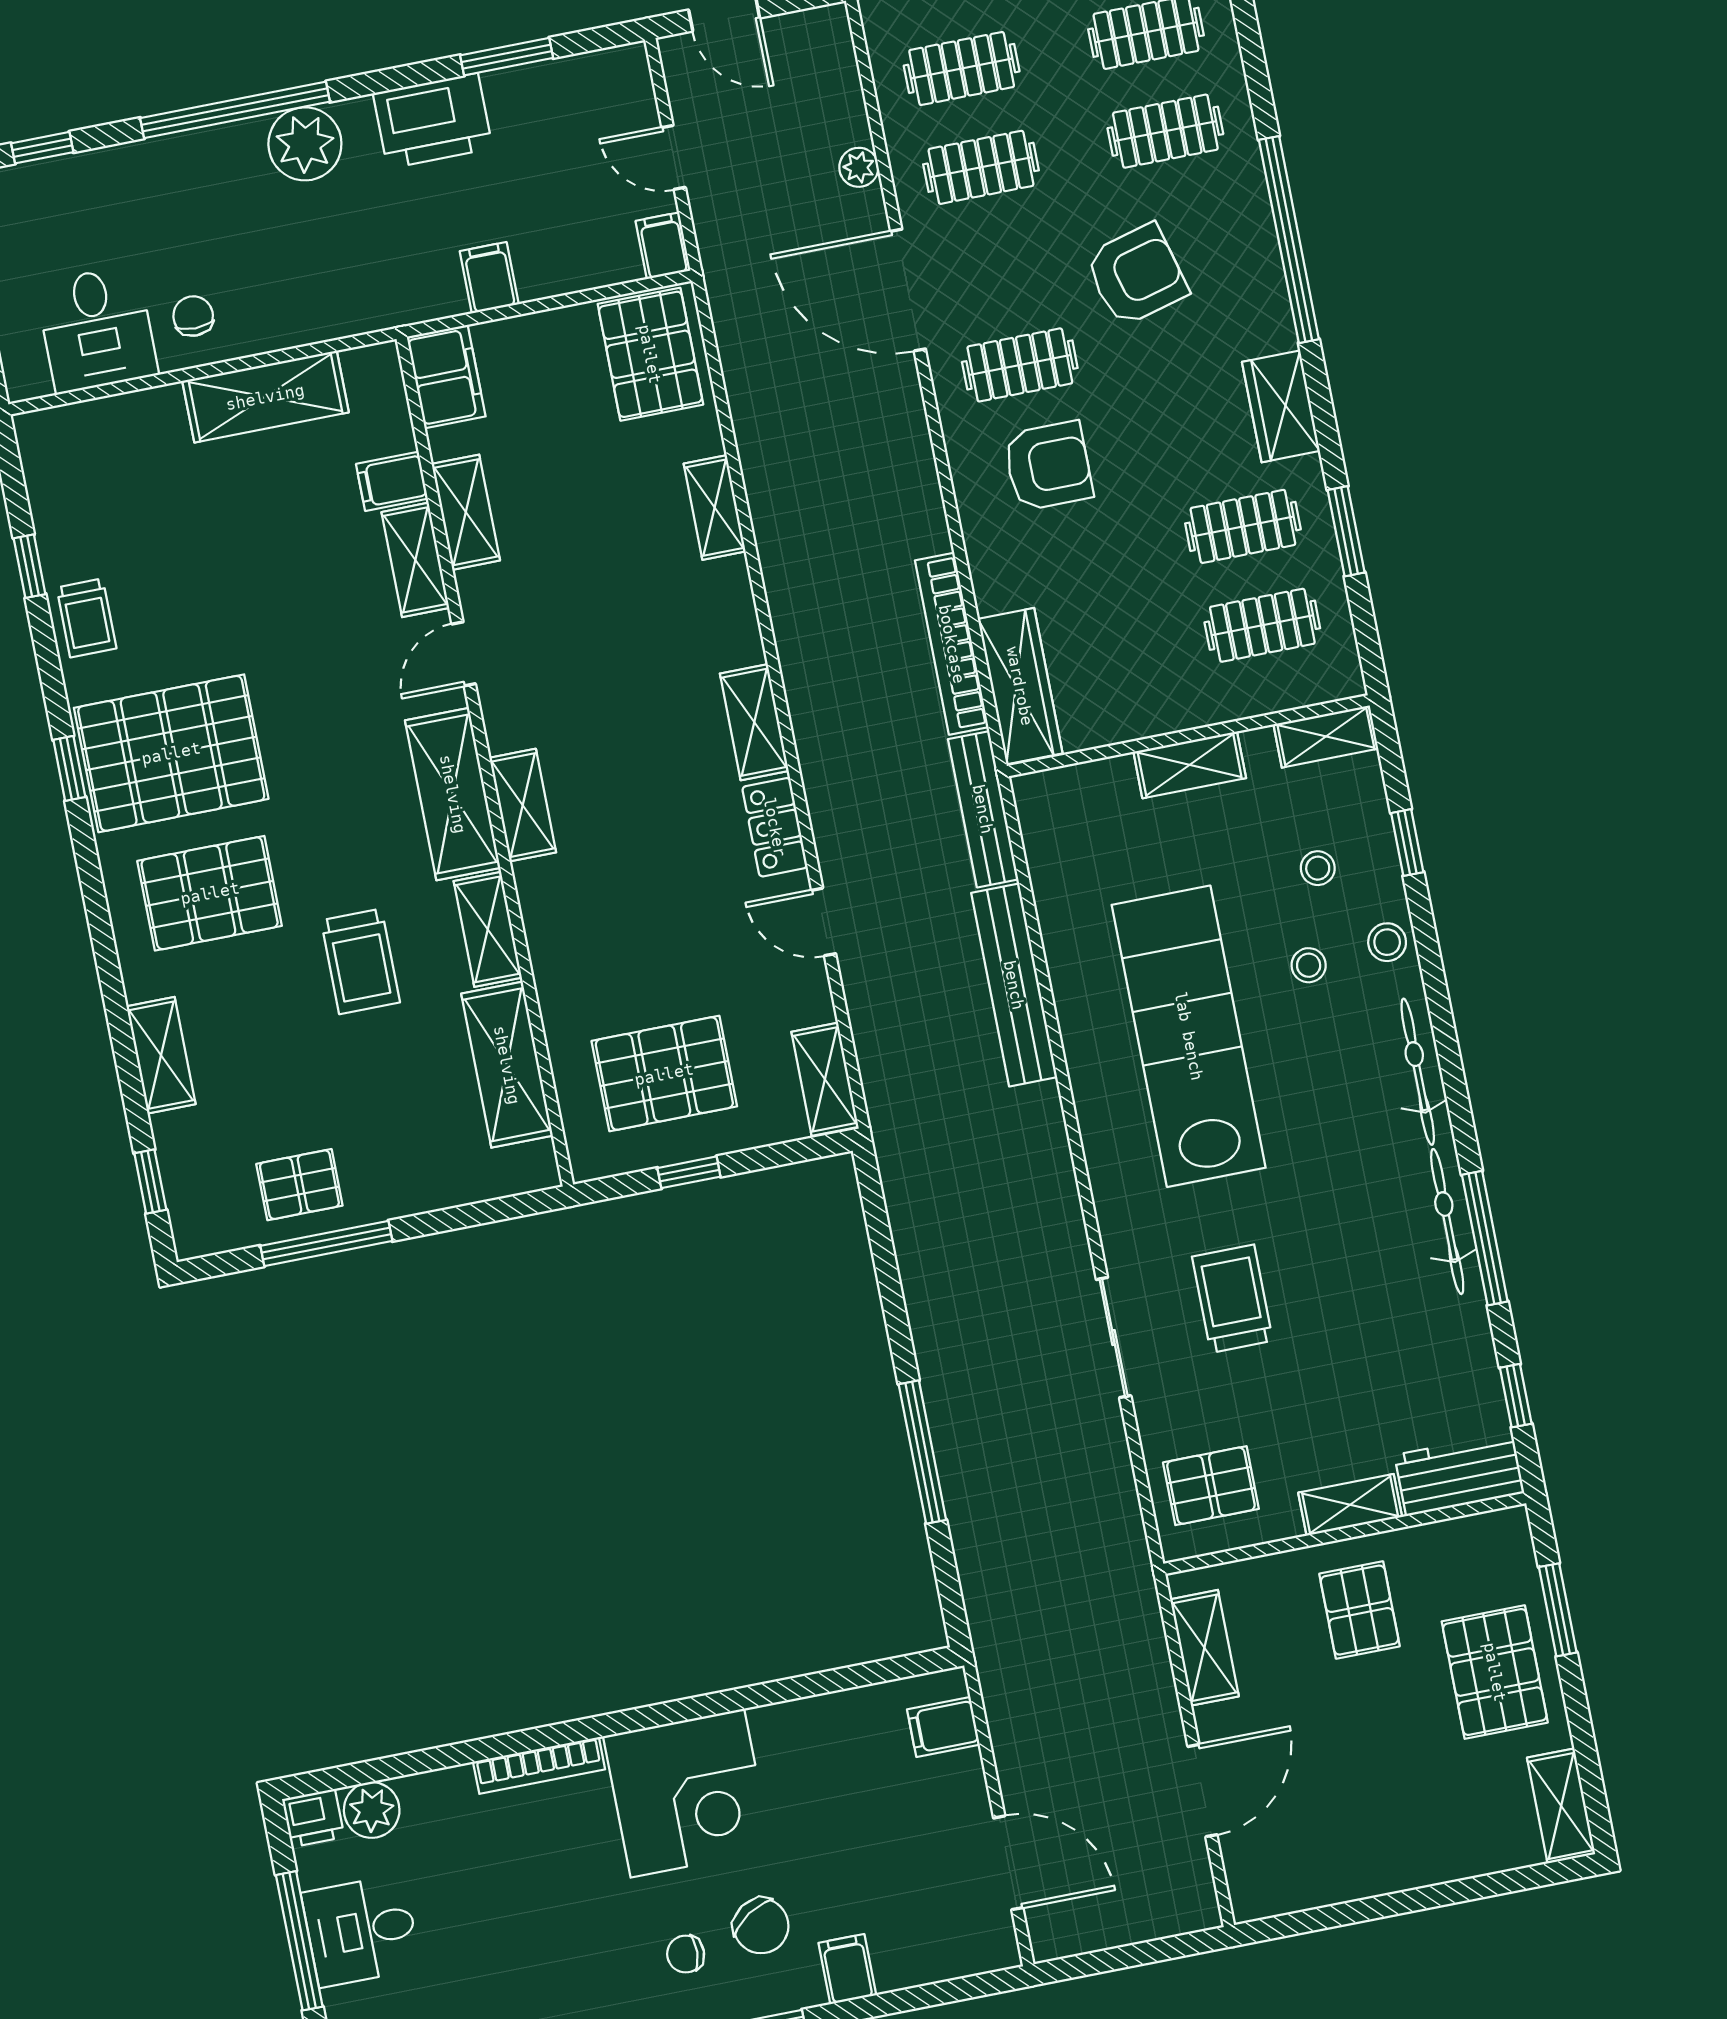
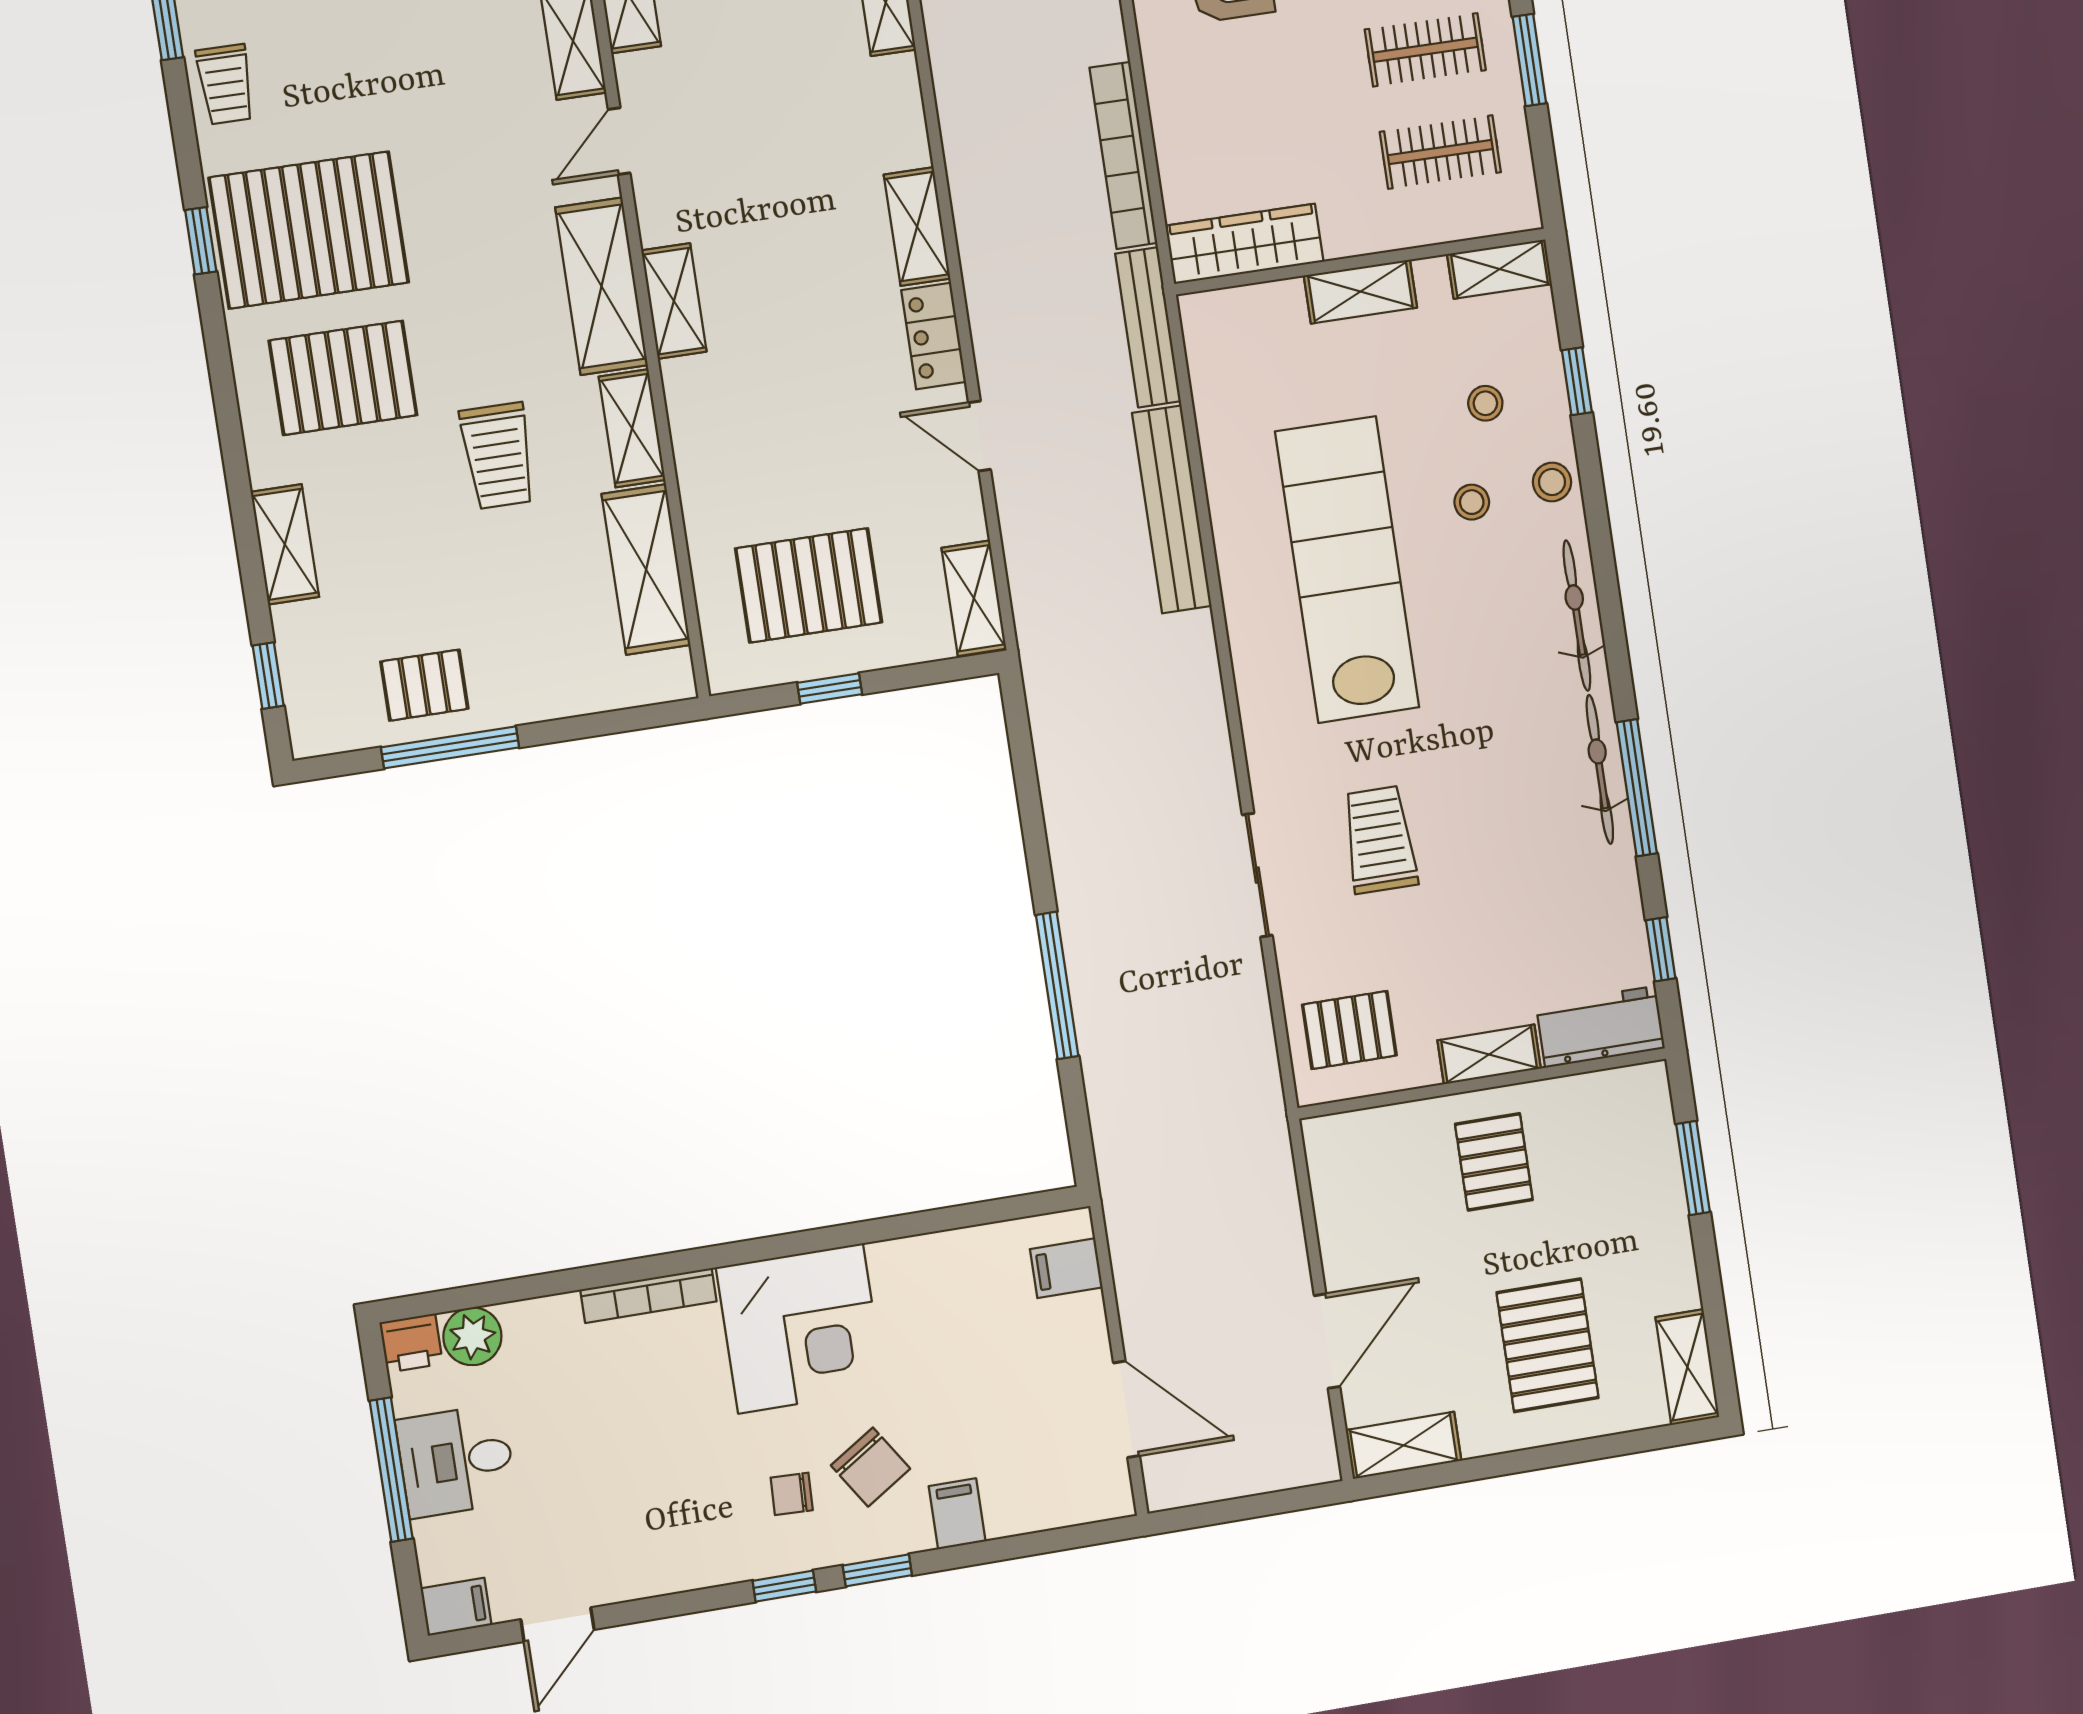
wardrobe: (1020, 686) -> (1245, 244), moved, turned -90
shelving: (1204, 1648) -> (1404, 1445), moved, turned 90
pallet: (1495, 1672) -> (1548, 1345), moved

